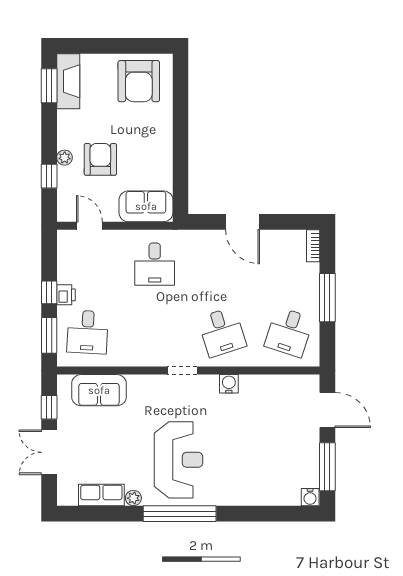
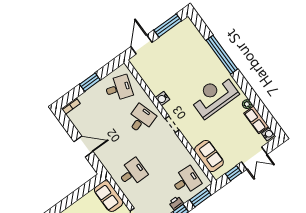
door: (243, 222) -> (83, 147), hinge flipped
window: (327, 298) -> (90, 82), width x0.69
water cooler: (310, 497) -> (268, 134), moved
window: (180, 514) -> (222, 55), moved

